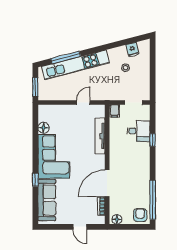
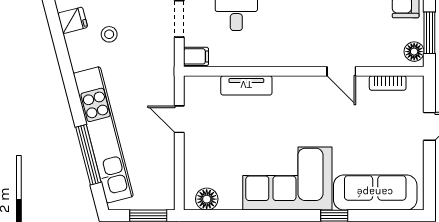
floor lamp: (44, 128) -> (207, 199), moved
tv unit: (100, 136) -> (246, 85), width x0.71
door: (107, 183) -> (341, 71), width x0.53
window: (126, 227) -> (429, 33), added

